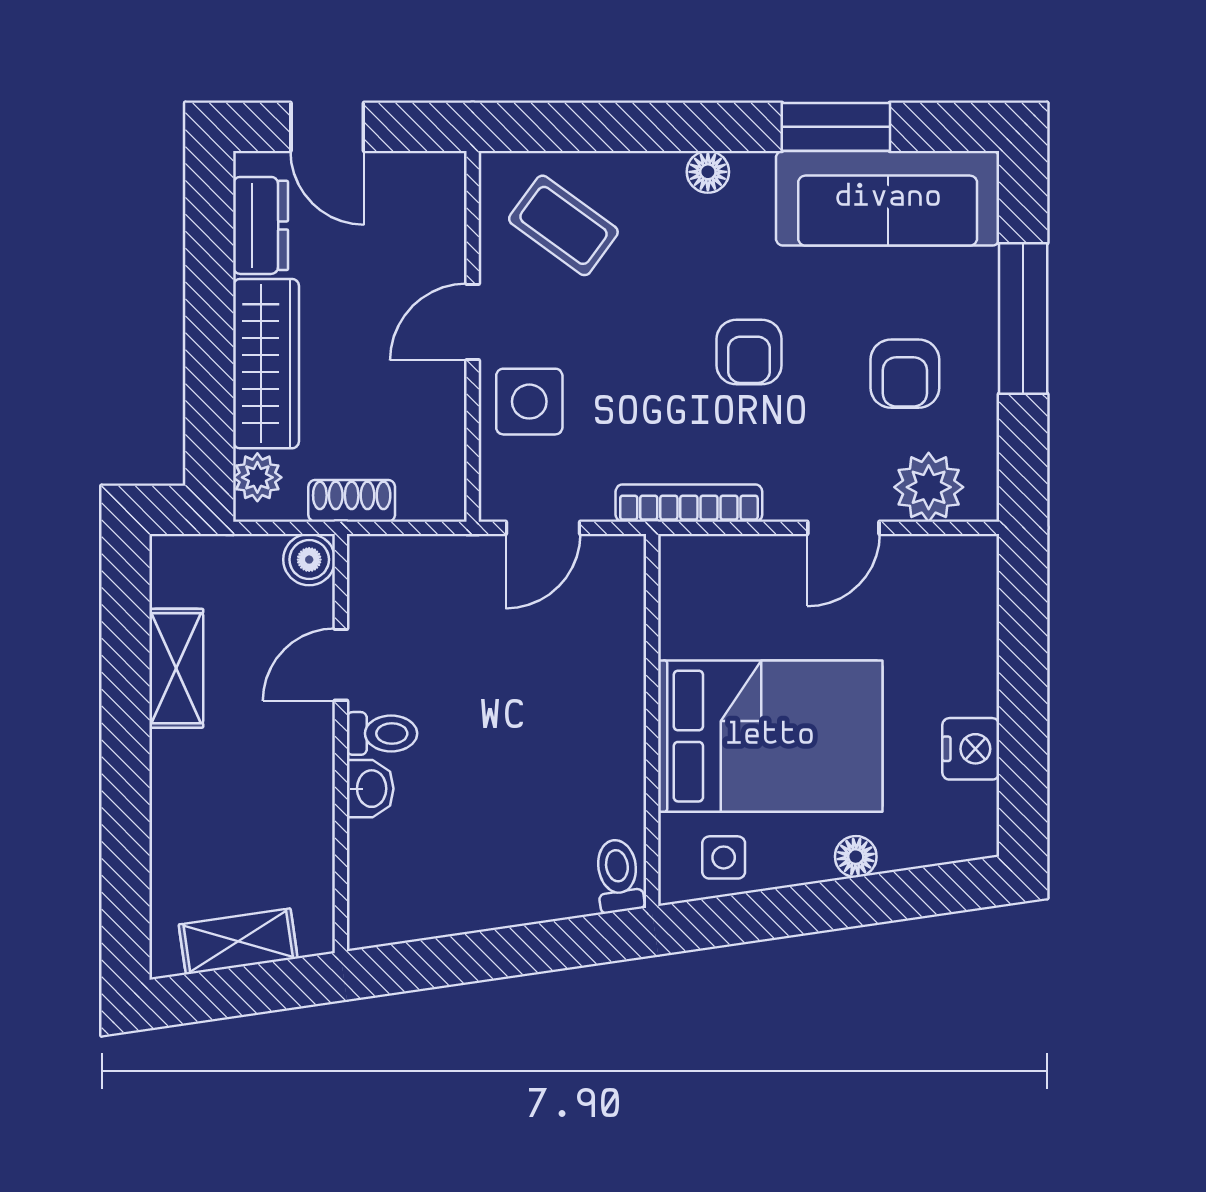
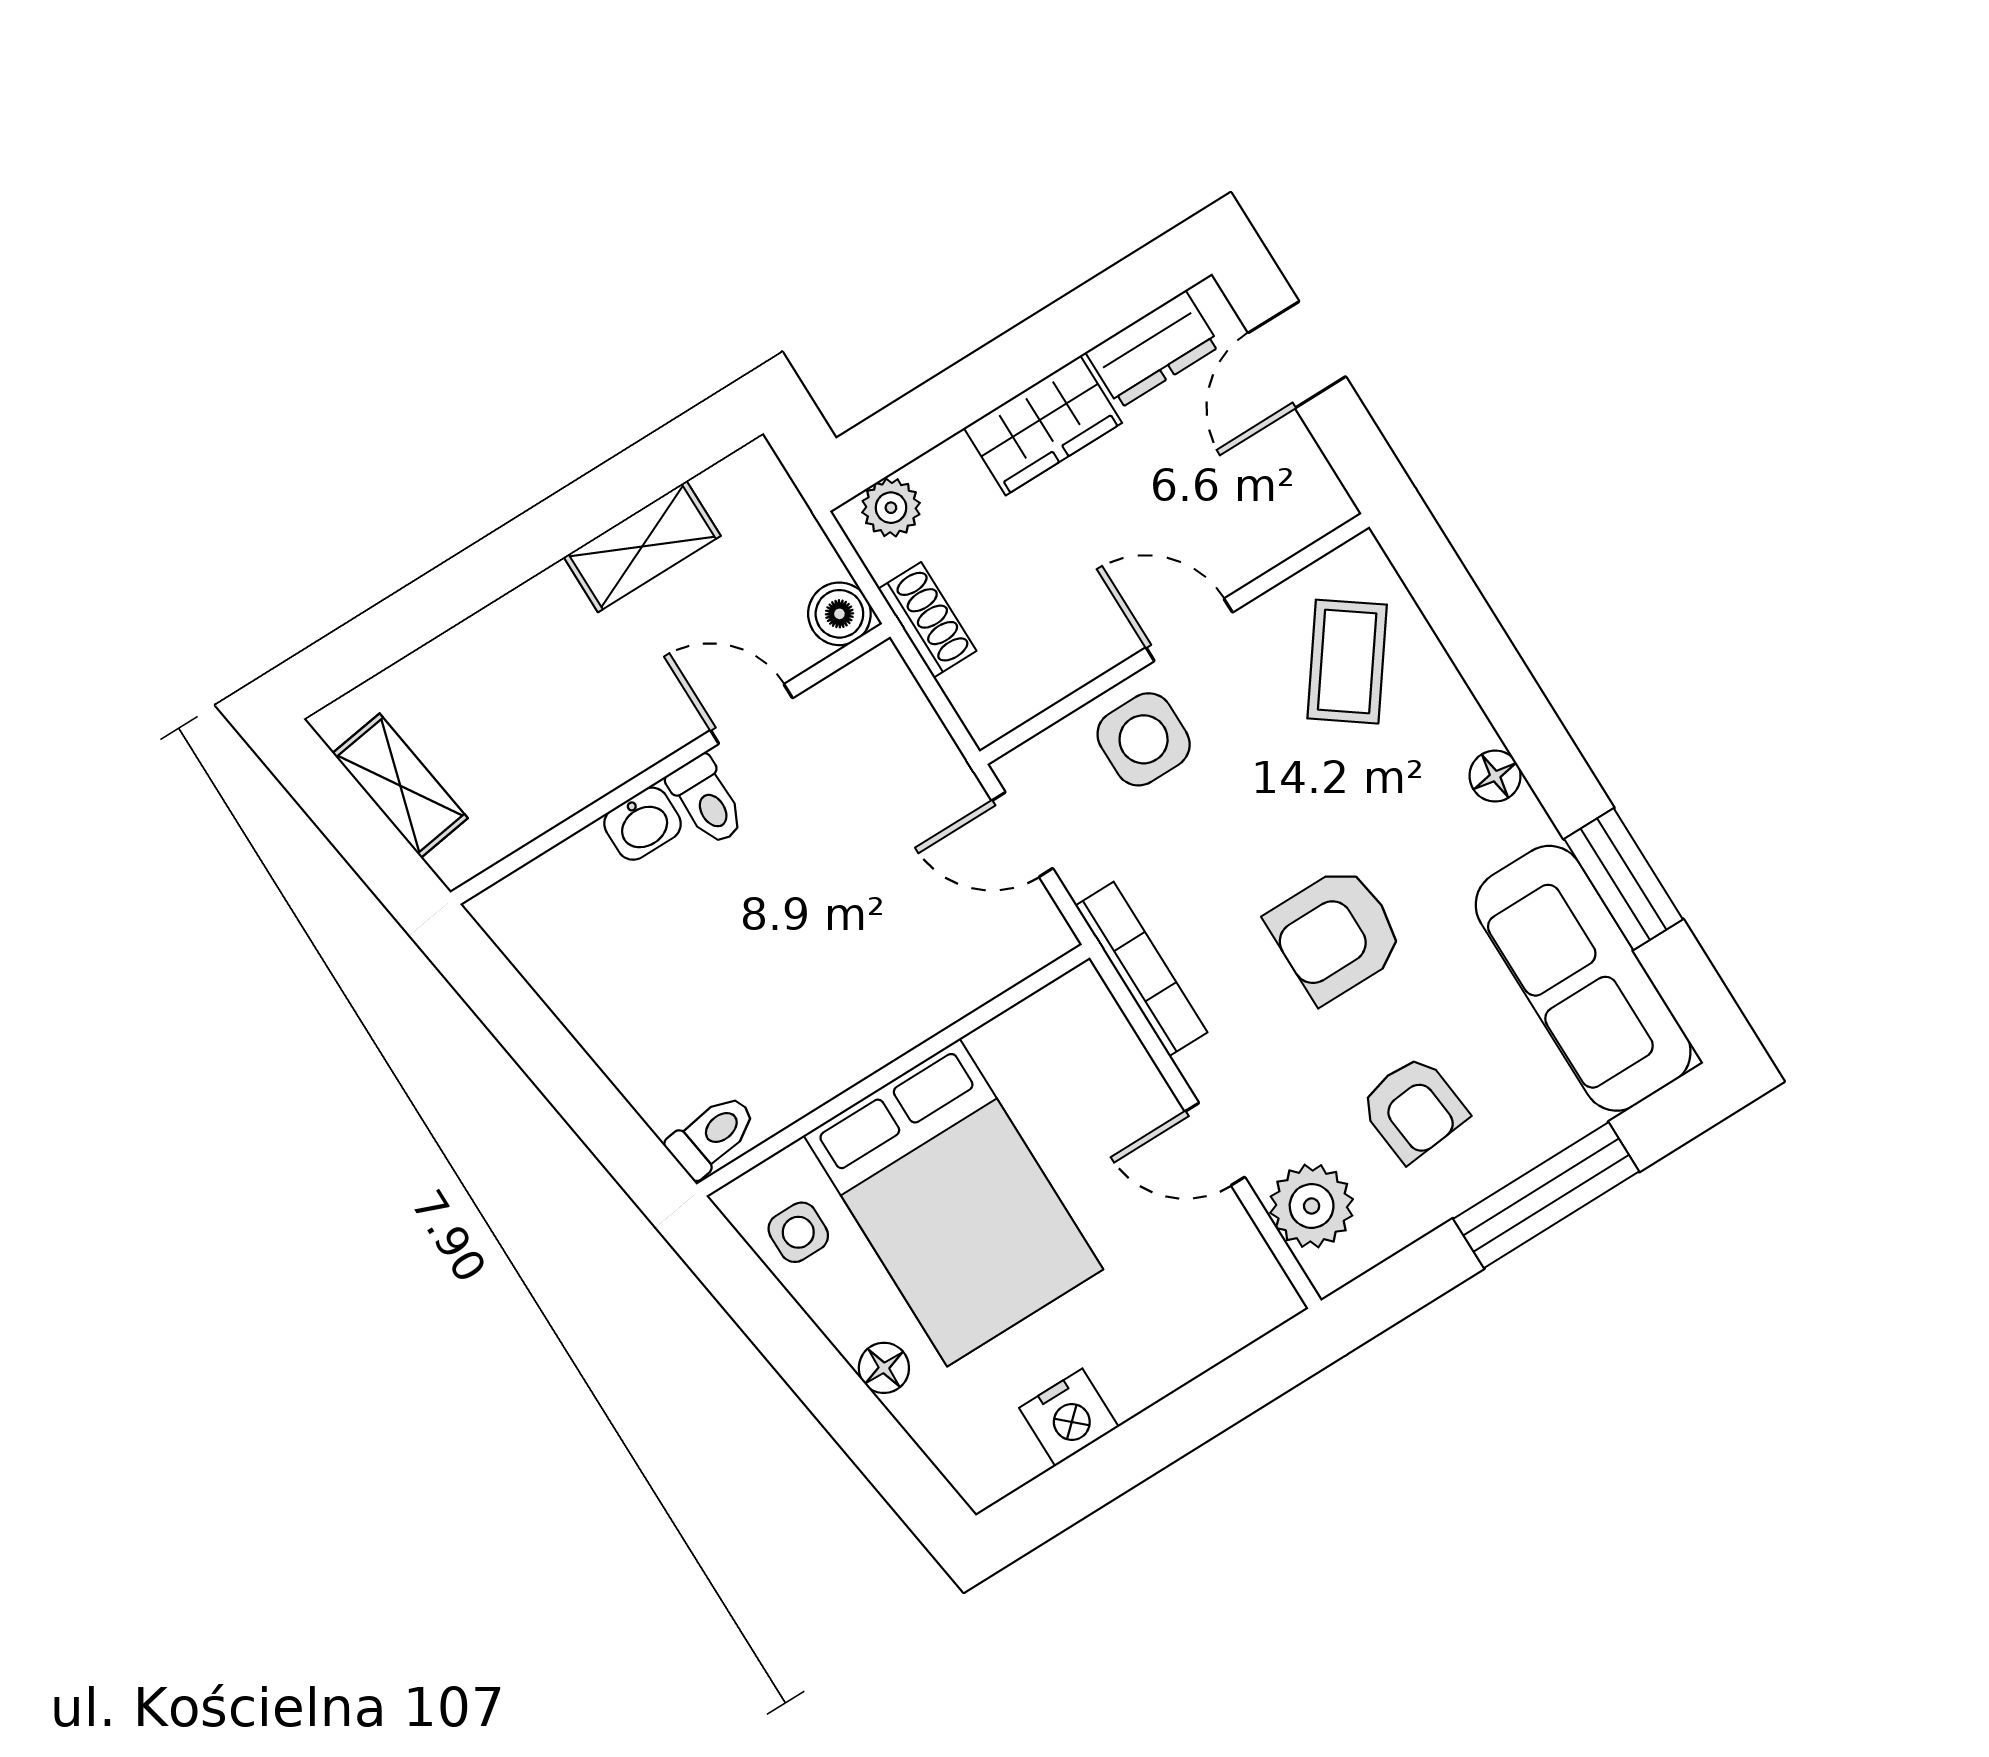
armchair: (749, 352) -> (1336, 934), width x1.38, depth x1.38
wardrobe: (266, 364) -> (1043, 425), width x0.67
armchair: (905, 374) -> (1413, 1109), turned -96

